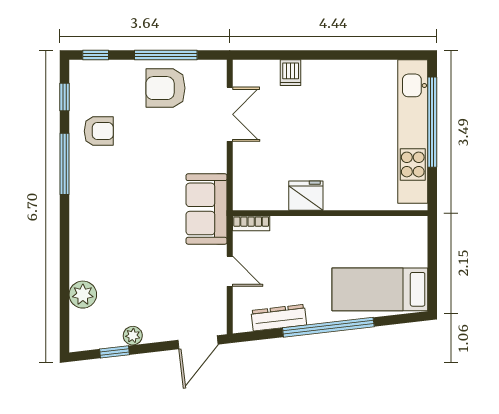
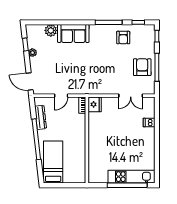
kitchen unit: (413, 131) -> (131, 177), width x0.73
fridge: (306, 196) -> (95, 104), moved
sofa: (207, 209) -> (73, 33), moved, turned 180

